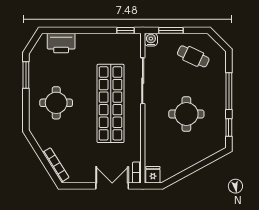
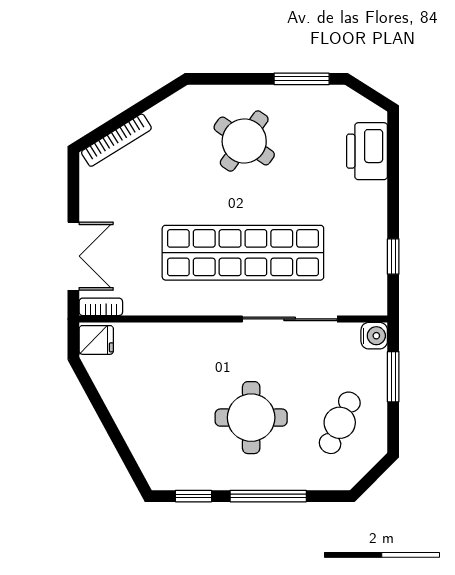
window: (125, 30) -> (393, 257), moved
round table: (56, 103) -> (244, 141), turned 35
round table: (186, 114) -> (251, 418), moved

